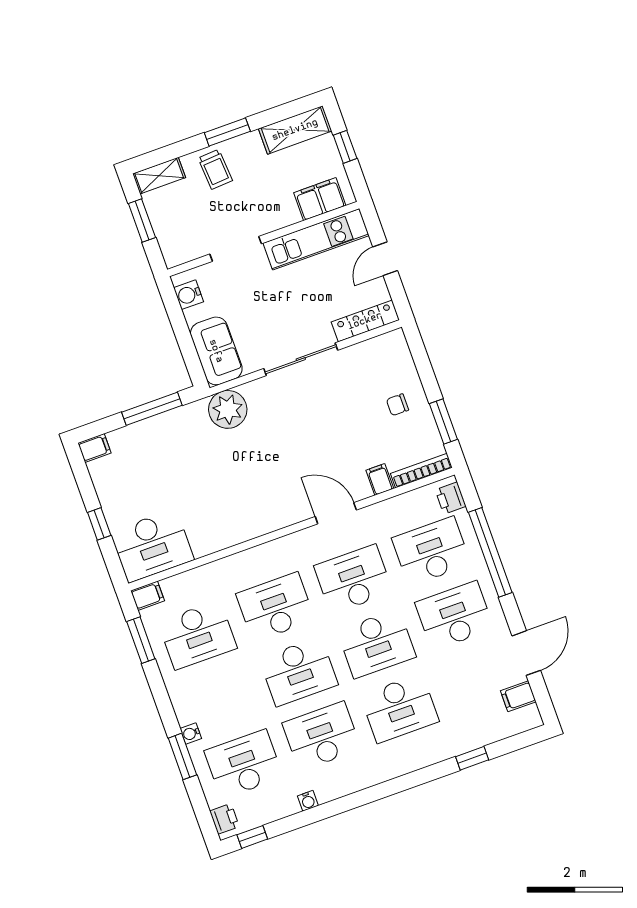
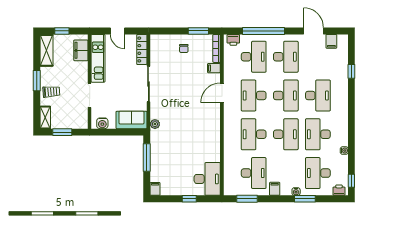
plant: (228, 409) -> (155, 124), width x0.53, depth x0.53
desk: (431, 551) -> (254, 57), turned 180
filing cabinet: (148, 596) -> (275, 189), moved
desk: (454, 616) -> (286, 57), turned 180

